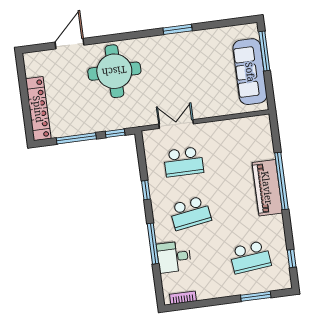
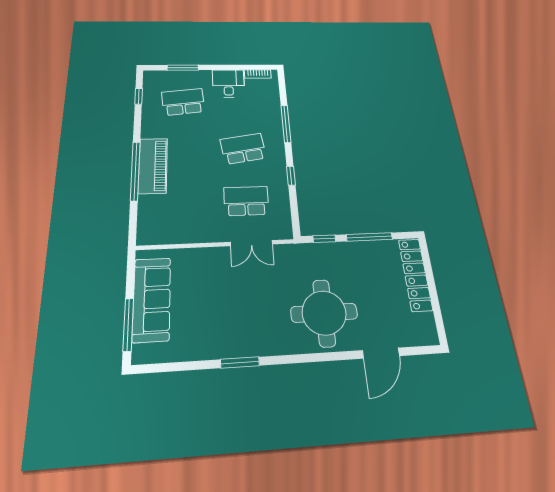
desk: (174, 257) -> (228, 83), moved, turned -90

